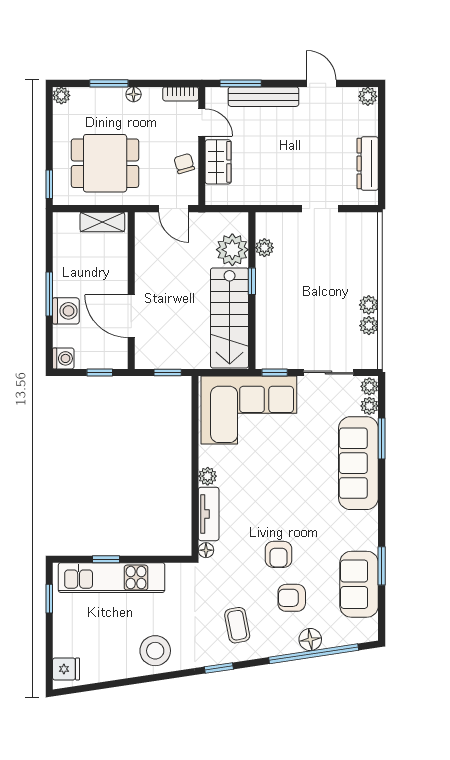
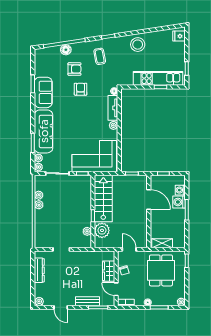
bench: (264, 97) -> (87, 301), width x0.73
dining table: (105, 163) -> (161, 270), turned 90
washing machine: (63, 358) -> (180, 190), moved
sofa: (359, 584) -> (43, 92), moved

